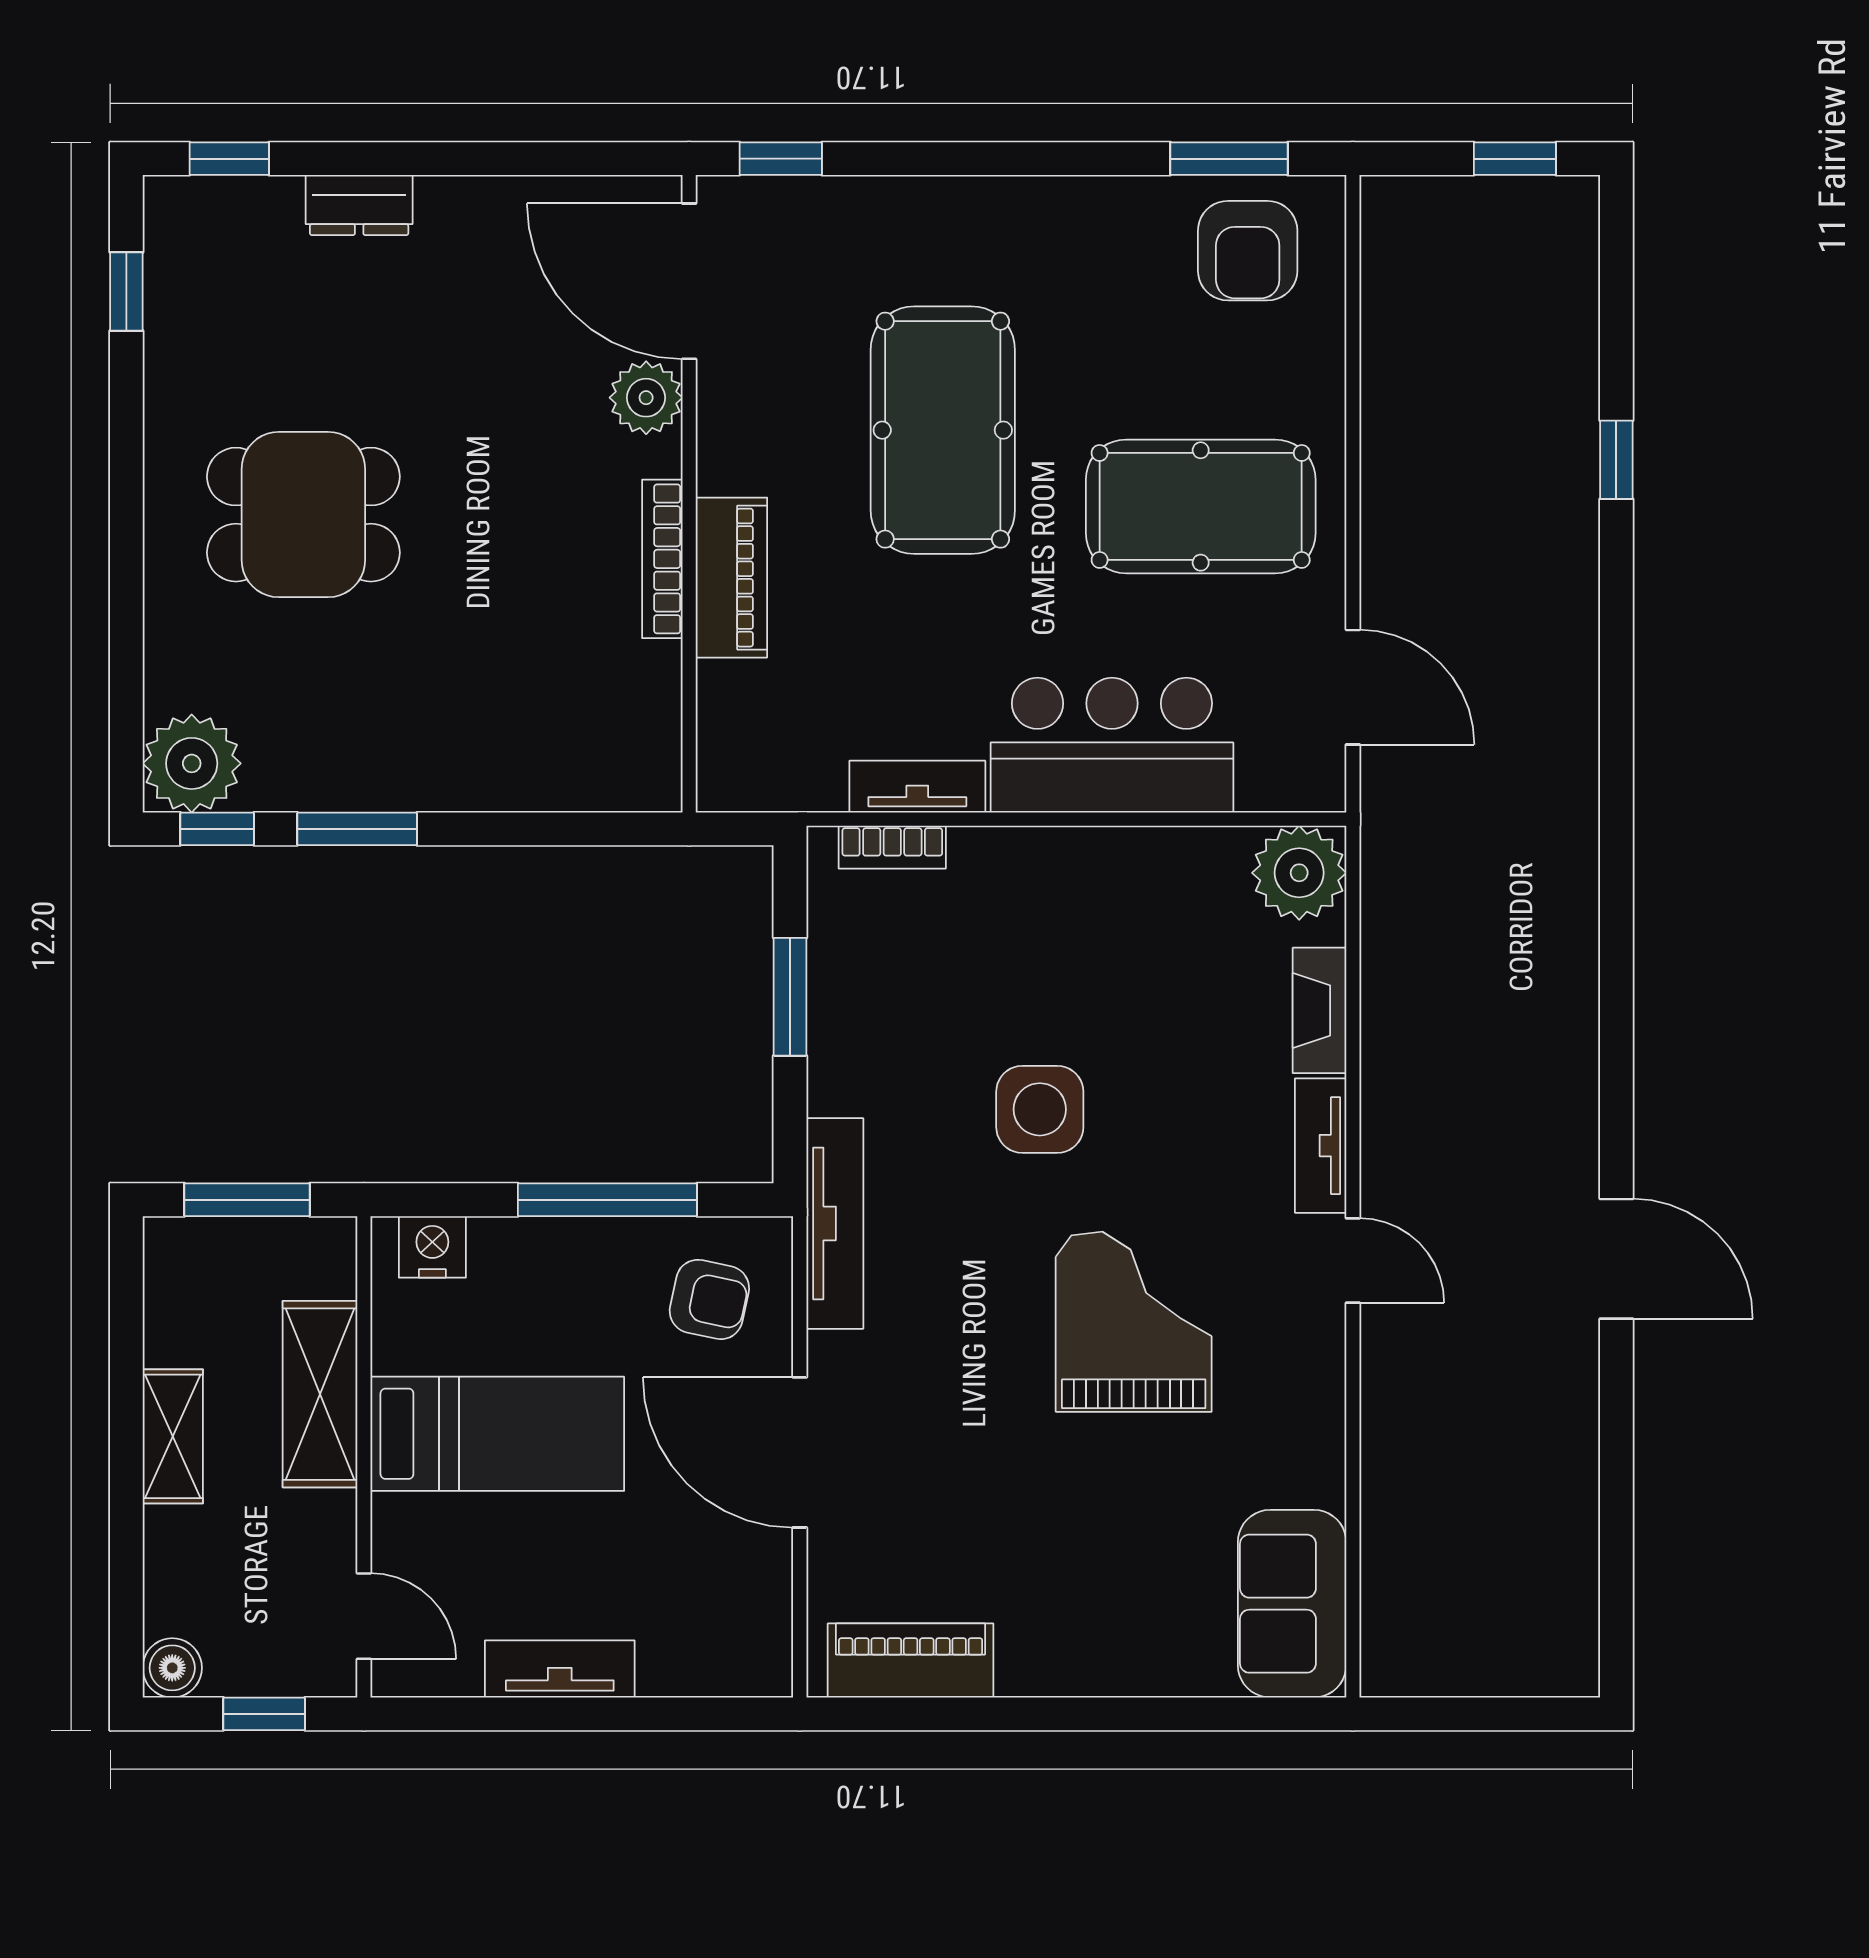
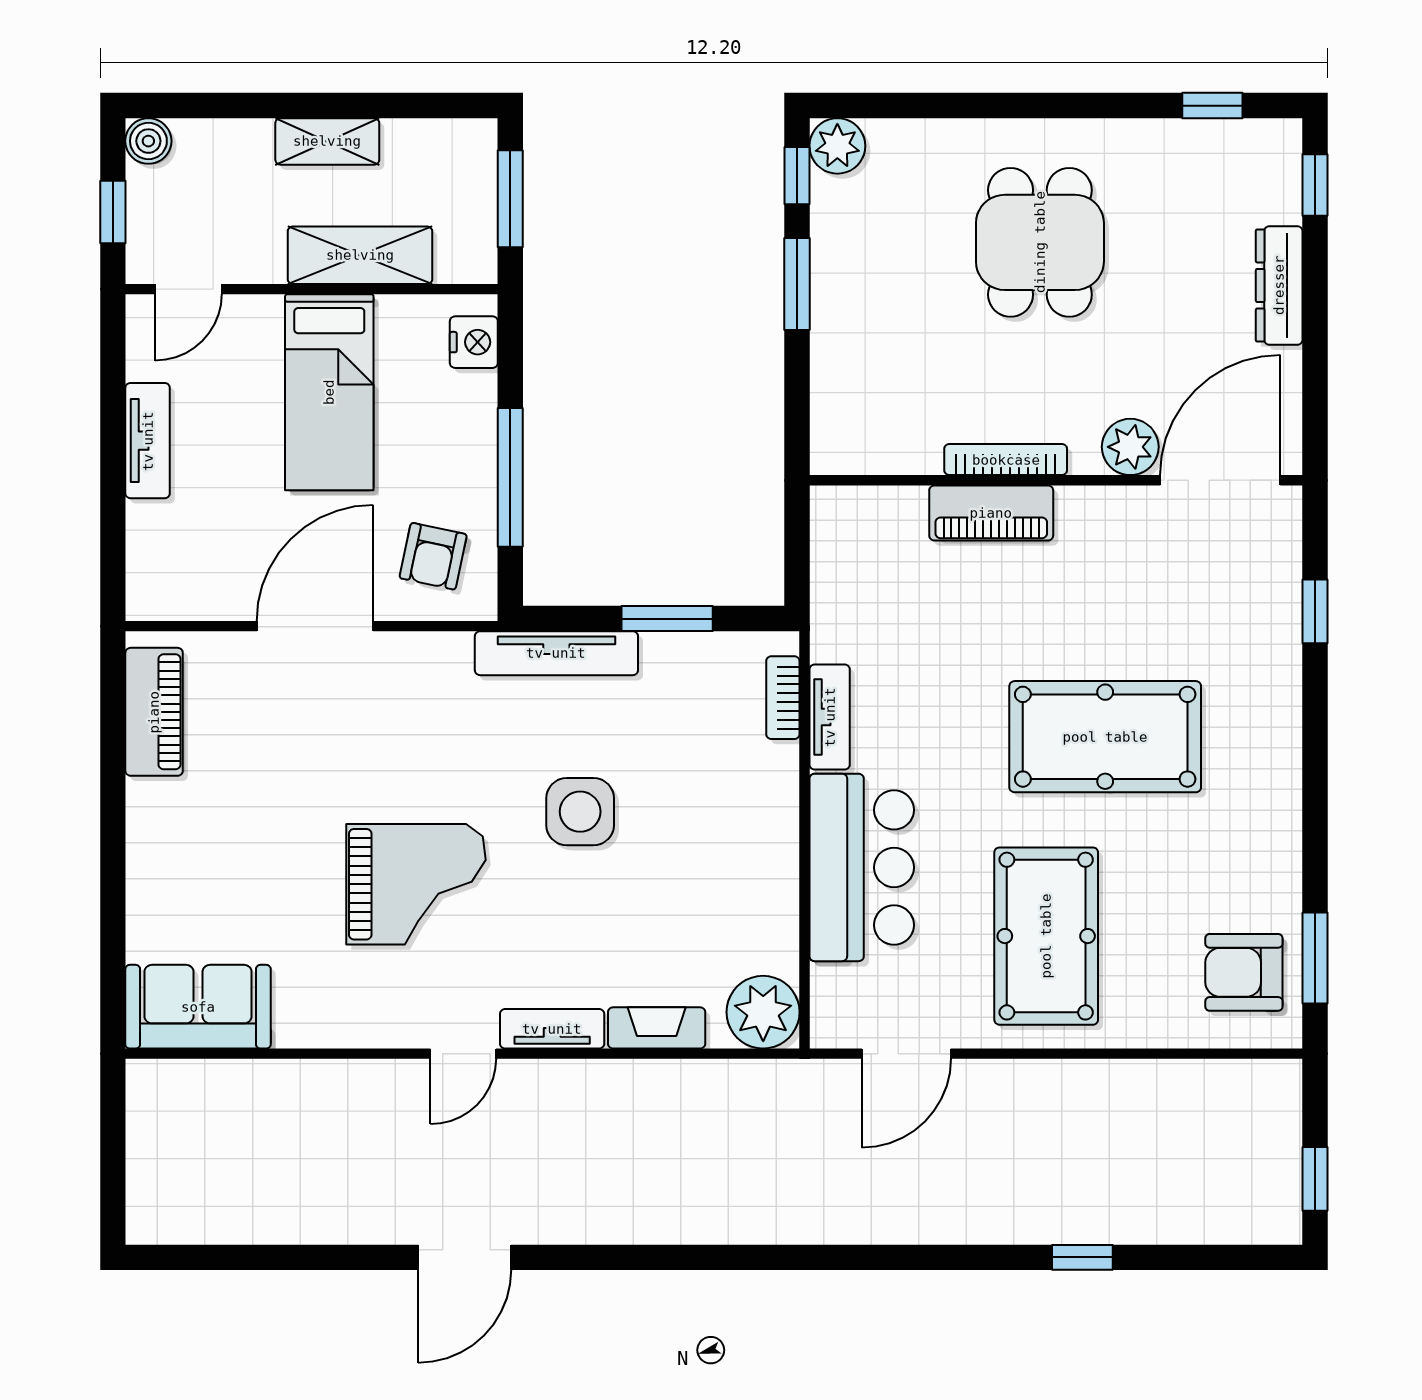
dresser: (359, 205) -> (1279, 285), width x1.44
door: (689, 281) -> (1220, 480), moved
plant: (646, 398) -> (1130, 447), moved
wall: (689, 494) -> (1056, 480), moved
bookcase: (662, 559) -> (1006, 460), moved
piano: (731, 578) -> (991, 513), moved
plant: (192, 763) -> (837, 146), width x0.73, depth x0.73
tv unit: (835, 1223) -> (556, 653), moved

